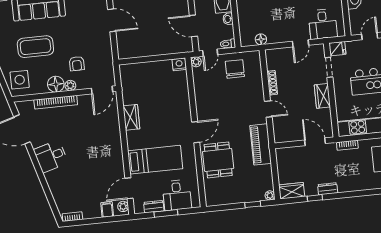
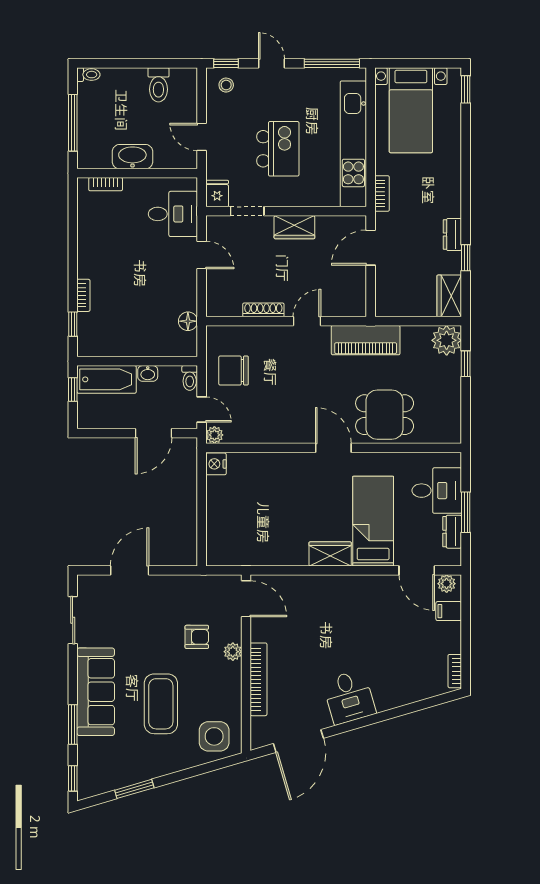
floor lamp: (56, 84) -> (228, 676), removed
wardrobe: (131, 117) -> (330, 554), moved
plant: (270, 195) -> (447, 340), width x1.87, depth x1.87

